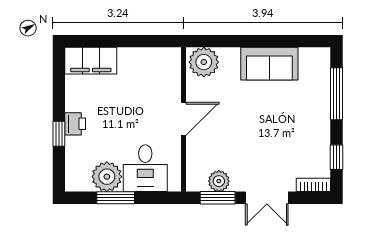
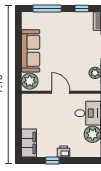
sofa: (269, 64) -> (31, 51), width x1.36
window: (59, 134) -> (52, 160), moved

